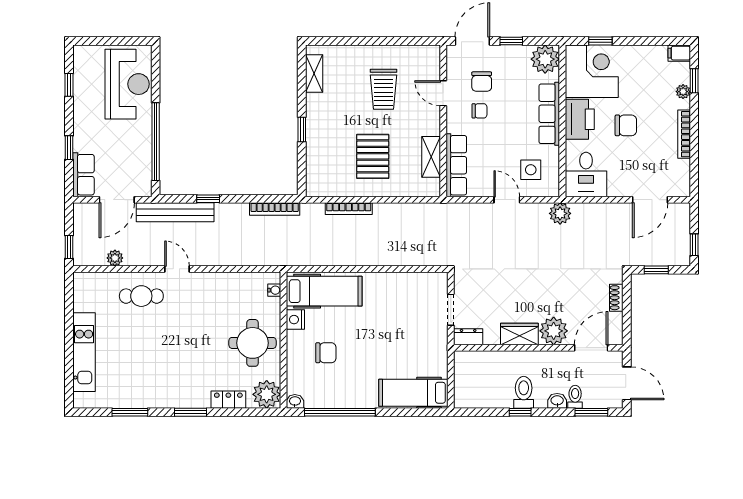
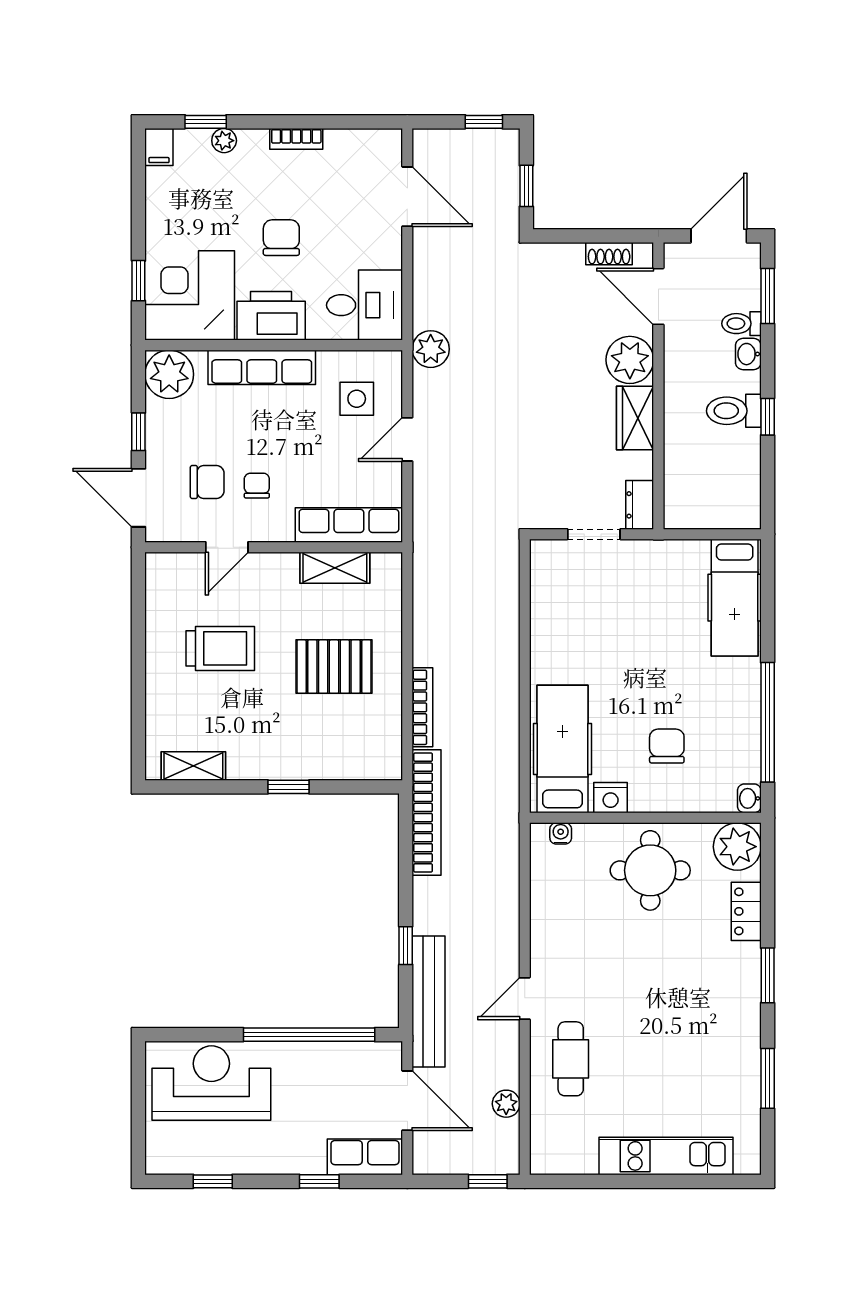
bookcase: (684, 134) -> (296, 139), width x0.64
bookcase: (275, 209) -> (427, 813), width x1.48, depth x1.31
shoe rack: (616, 298) -> (609, 254), moved

